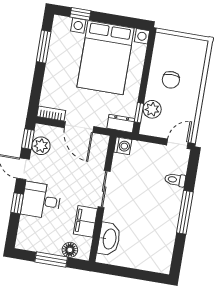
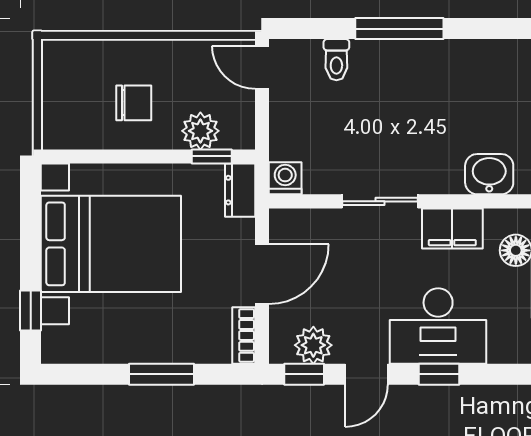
window: (44, 47) -> (161, 374), moved
desk: (41, 201) -> (438, 326), width x1.37
washbasin: (109, 239) -> (489, 174), width x0.72

